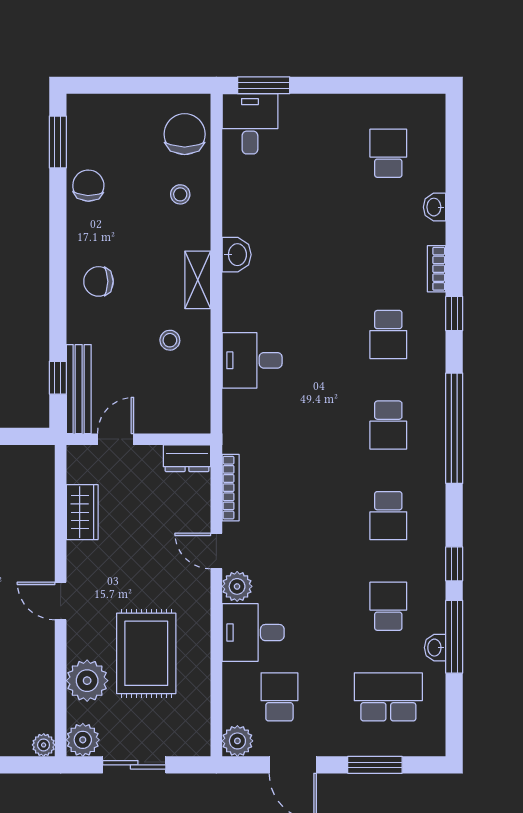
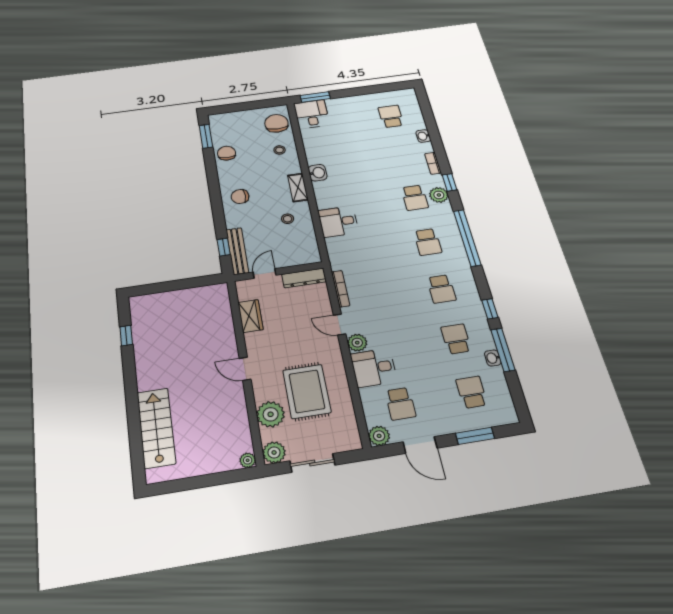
plant: (430, 336) -> (439, 195), added
dresser: (187, 458) -> (304, 278), width x1.44
school desk: (279, 697) -> (400, 404), turned 180
school desk: (388, 697) -> (472, 392), width x0.54

